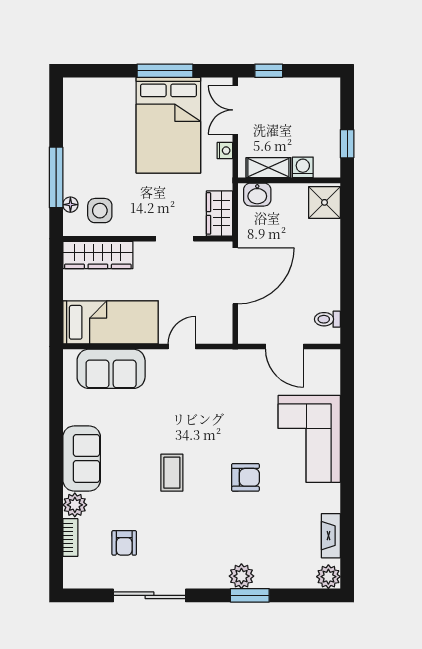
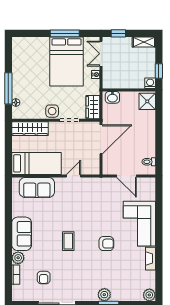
washing machine: (303, 167) -> (150, 83), moved
shelving: (268, 168) -> (144, 42), moved
side table: (100, 211) -> (52, 111), moved
fireplace: (331, 536) -> (151, 259), moved

